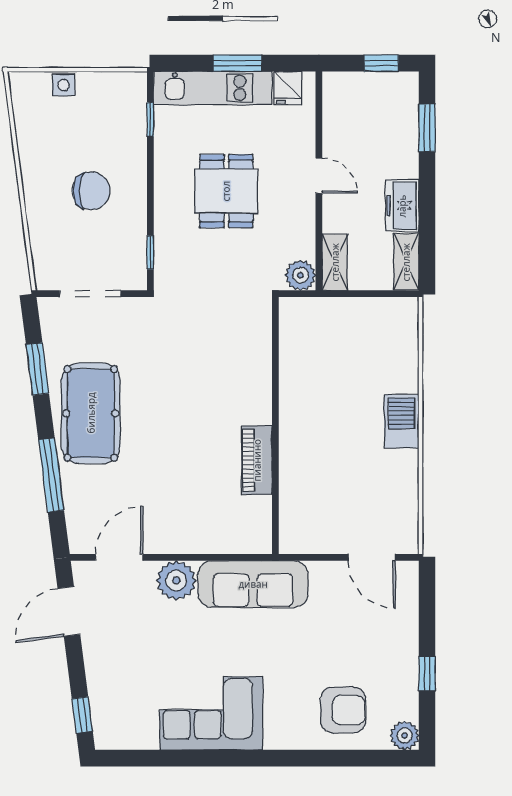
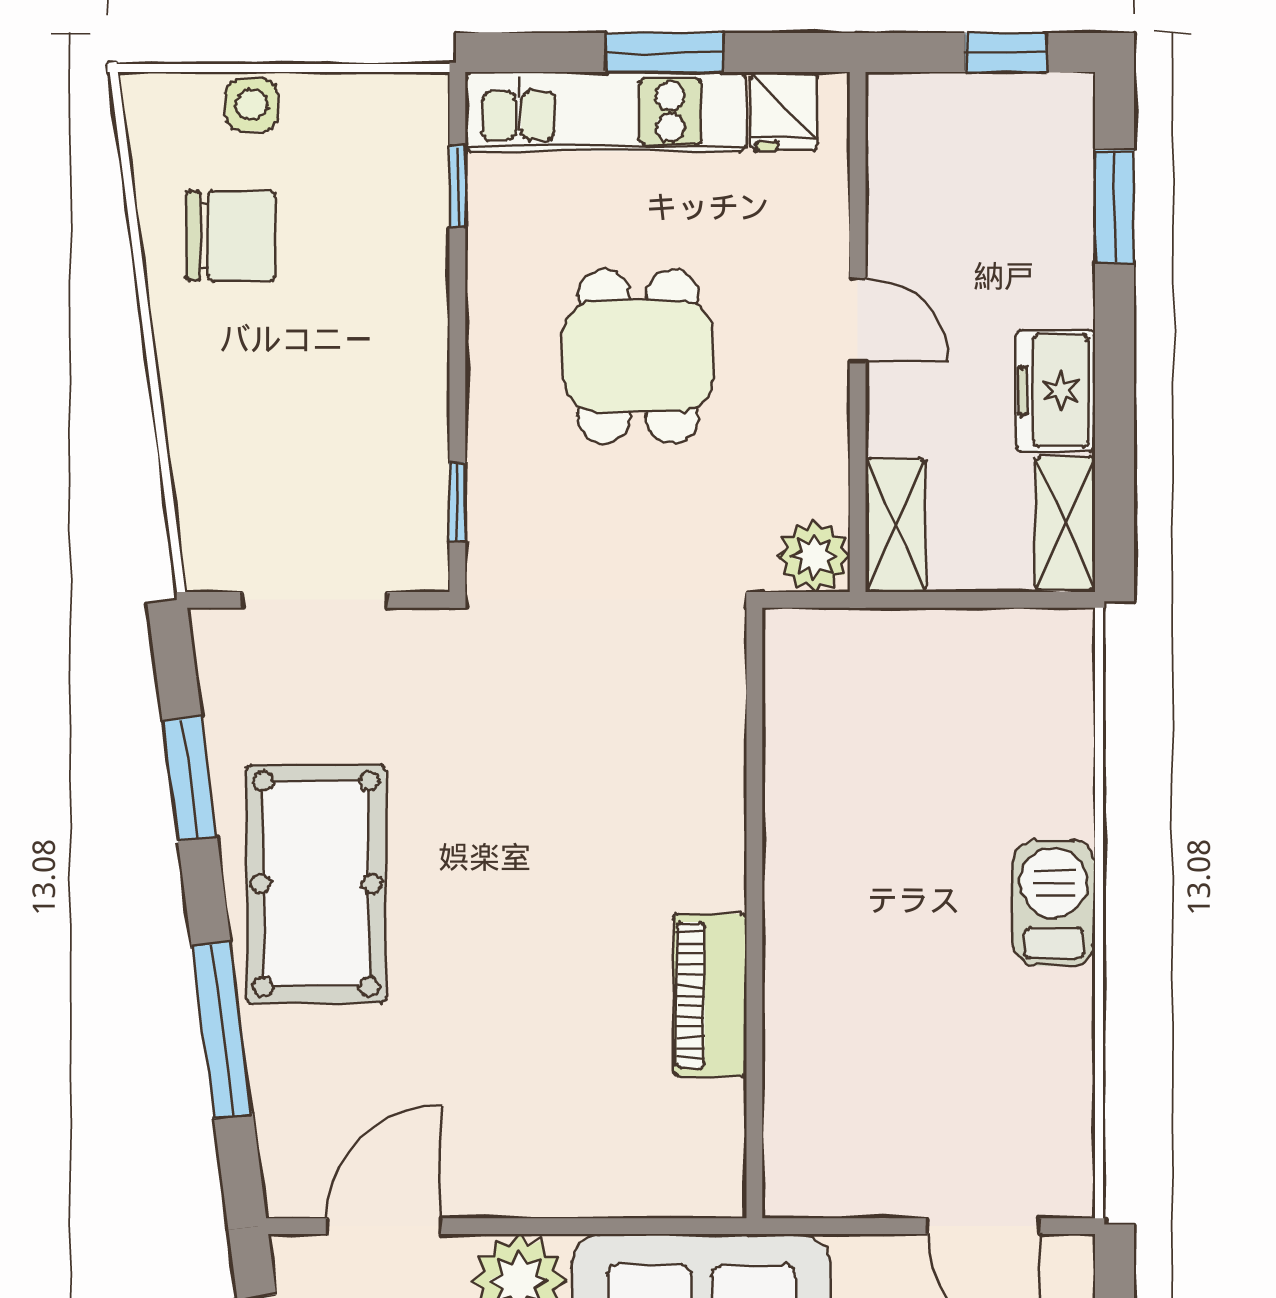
chair: (91, 191) -> (231, 236), moved

